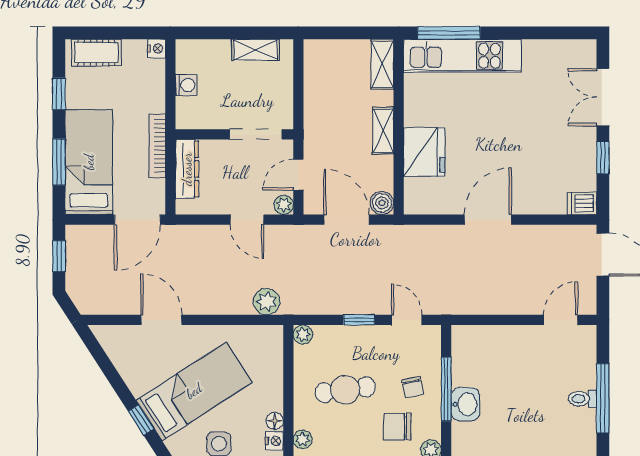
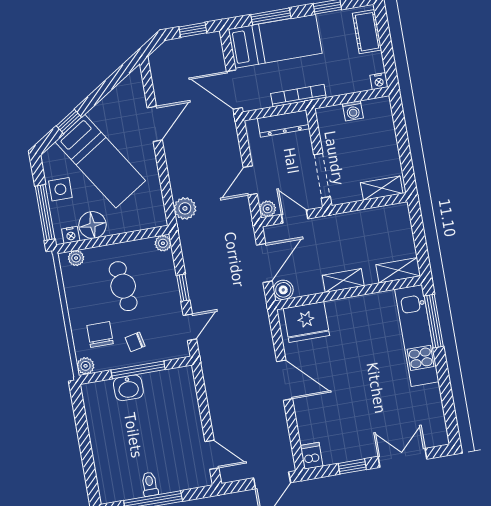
shelving: (256, 50) -> (382, 188), moved, turned 90
fridge: (424, 152) -> (306, 322), moved
floor lamp: (275, 421) -> (92, 225), width x1.89, depth x1.89

